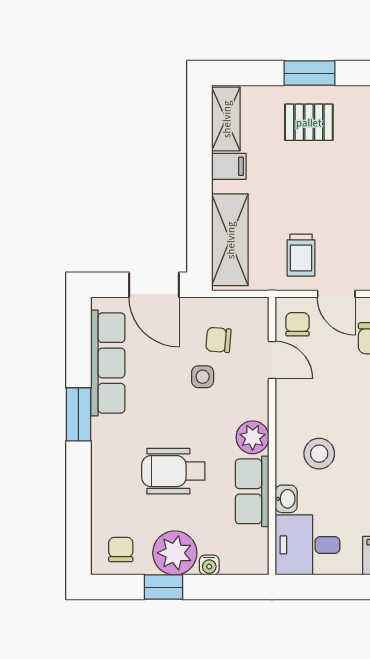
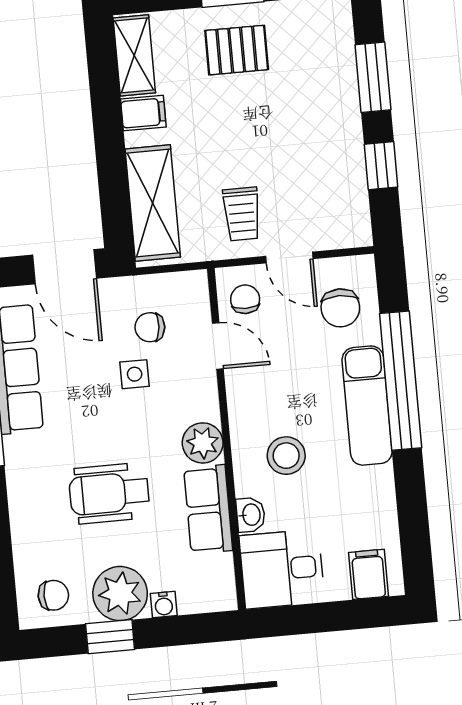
chair: (121, 549) -> (53, 595), turned 90

